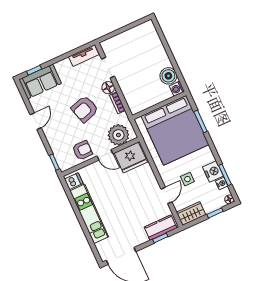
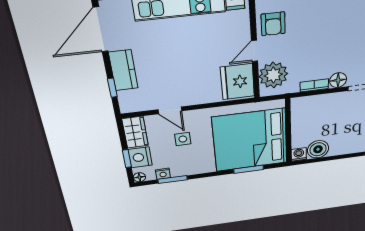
armchair: (85, 109) -> (326, 44), removed
nightstand: (213, 172) -> (140, 157), moved, turned 90
kitchen counter: (160, 228) -> (123, 70), moved

